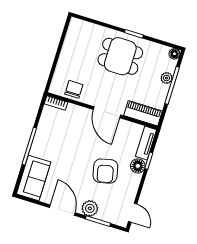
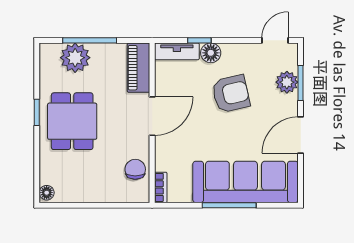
floor lamp: (174, 54) -> (47, 193), moved
plant: (167, 78) -> (75, 58), width x1.88, depth x1.88
chair: (74, 89) -> (135, 169), turned 90
sofa: (34, 178) -> (245, 182), width x1.85, depth x1.27
plant: (90, 208) -> (287, 82), moved

